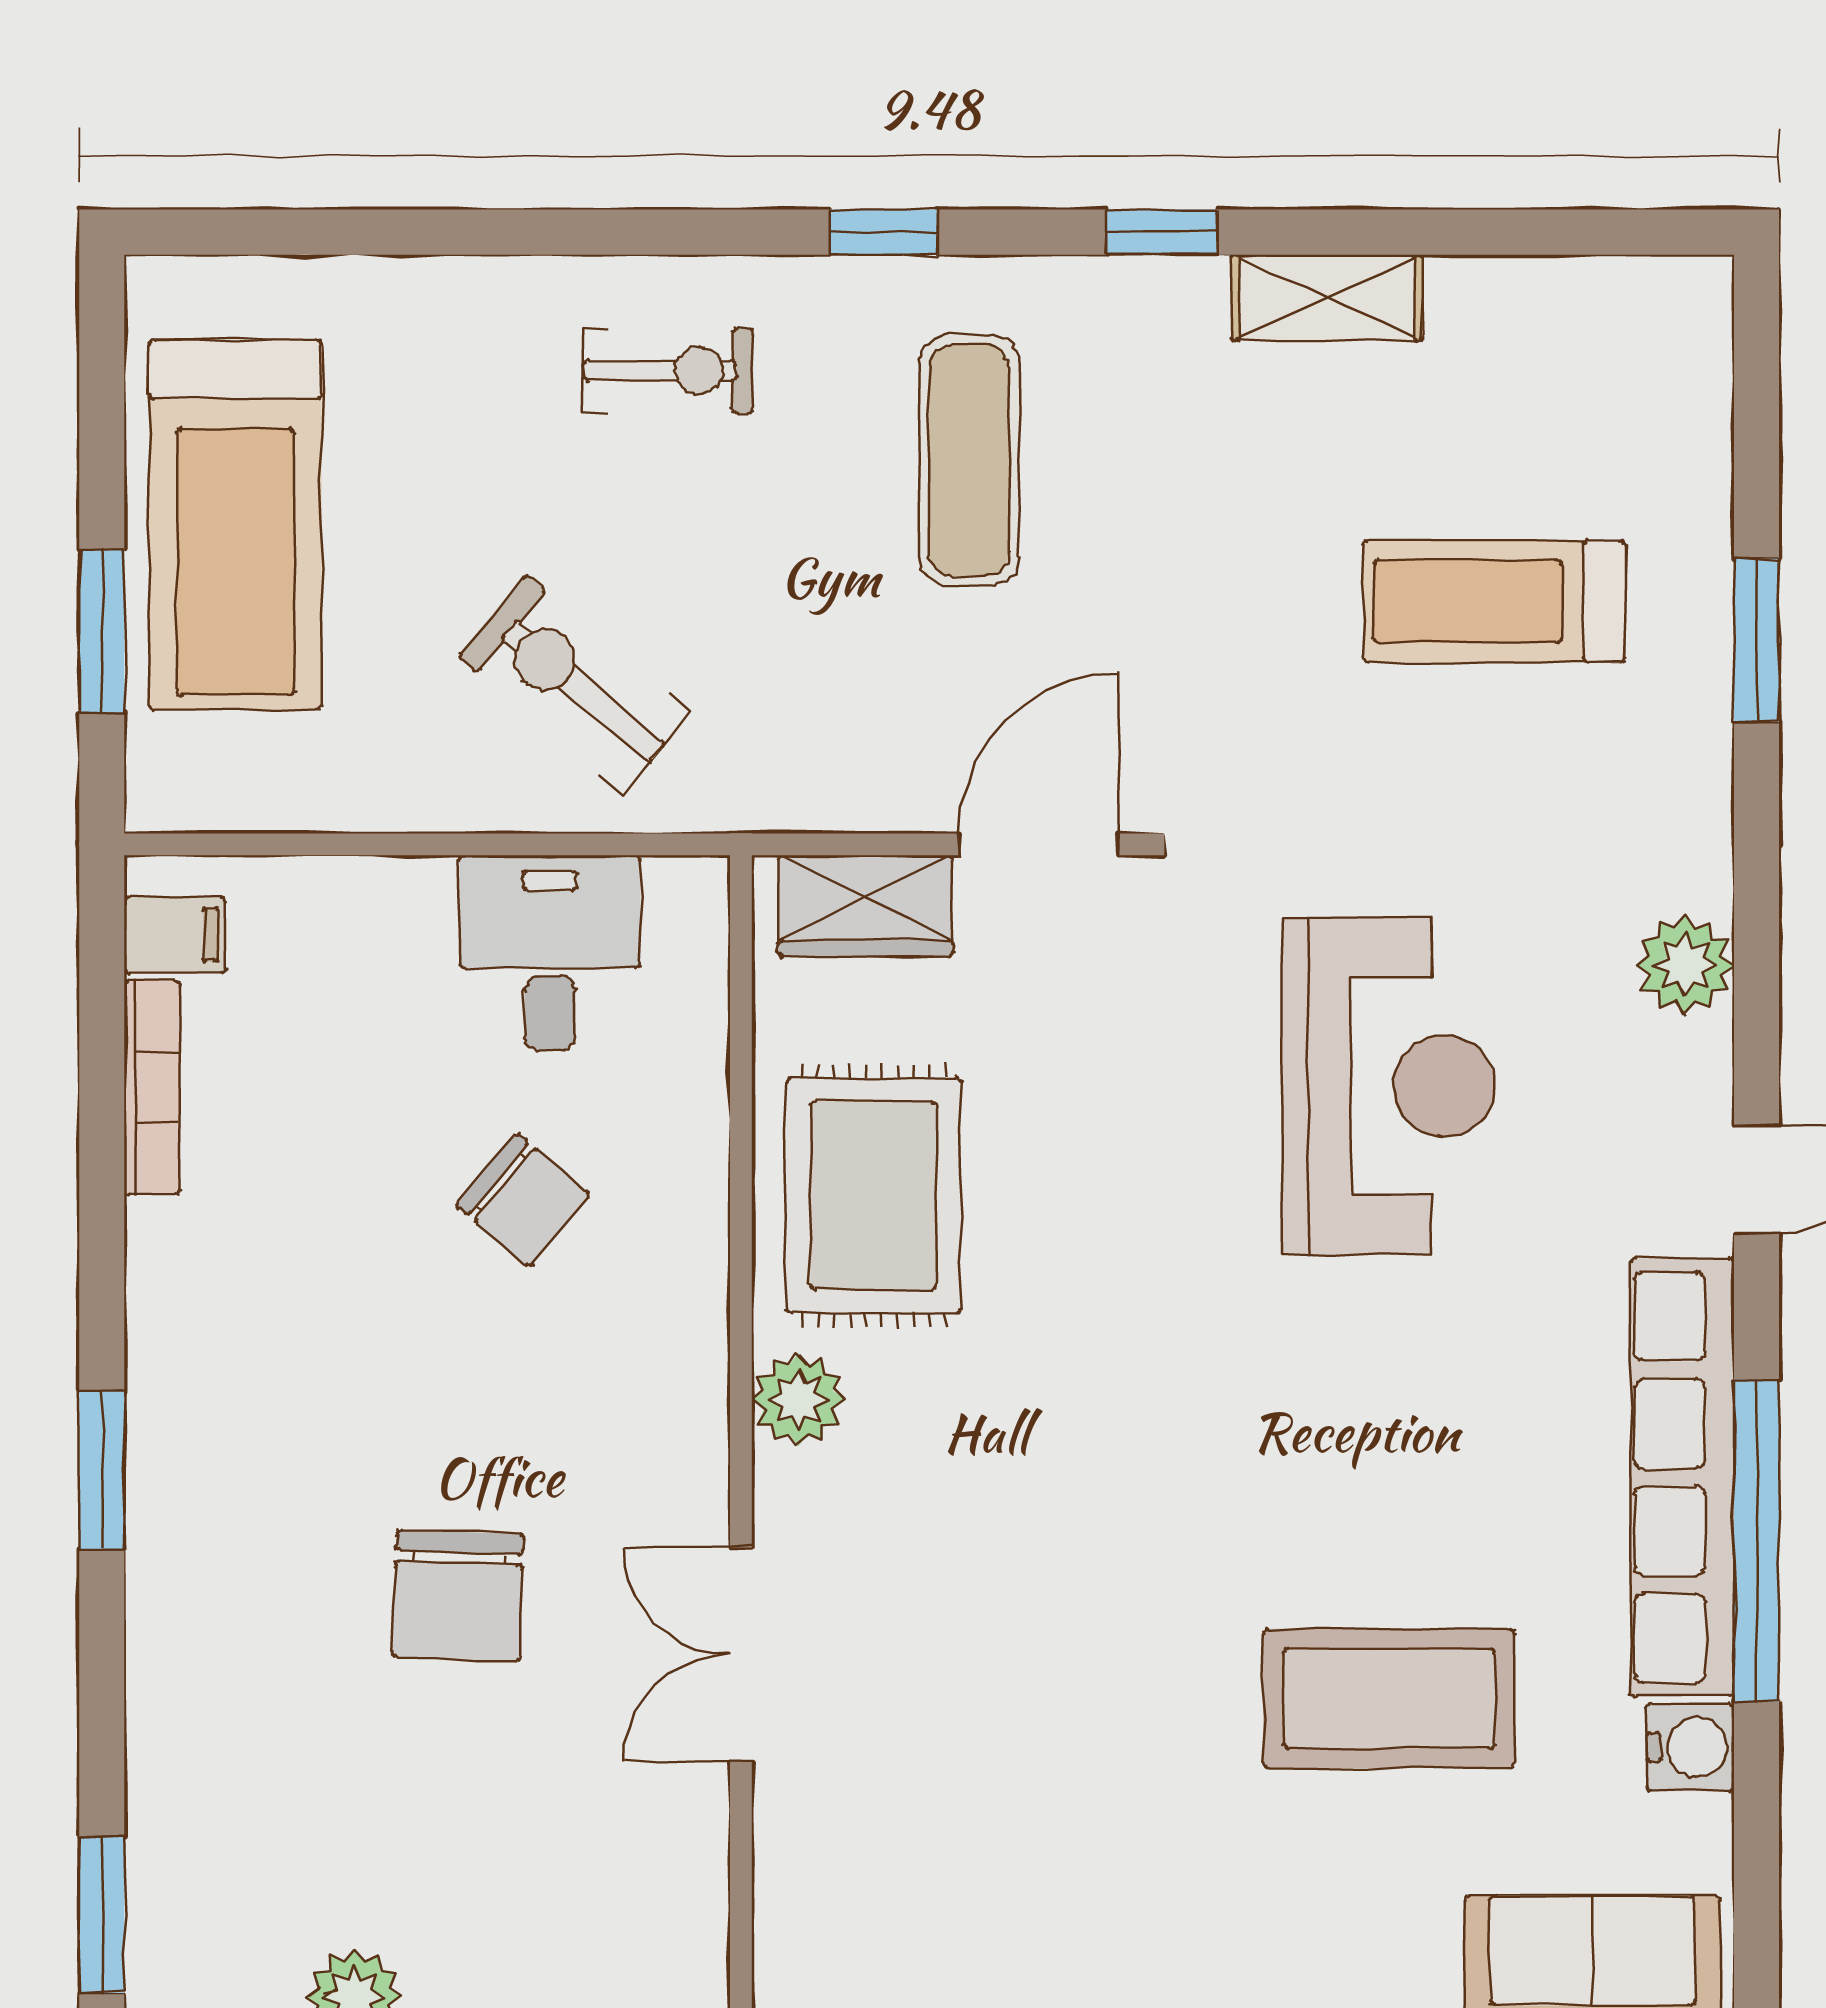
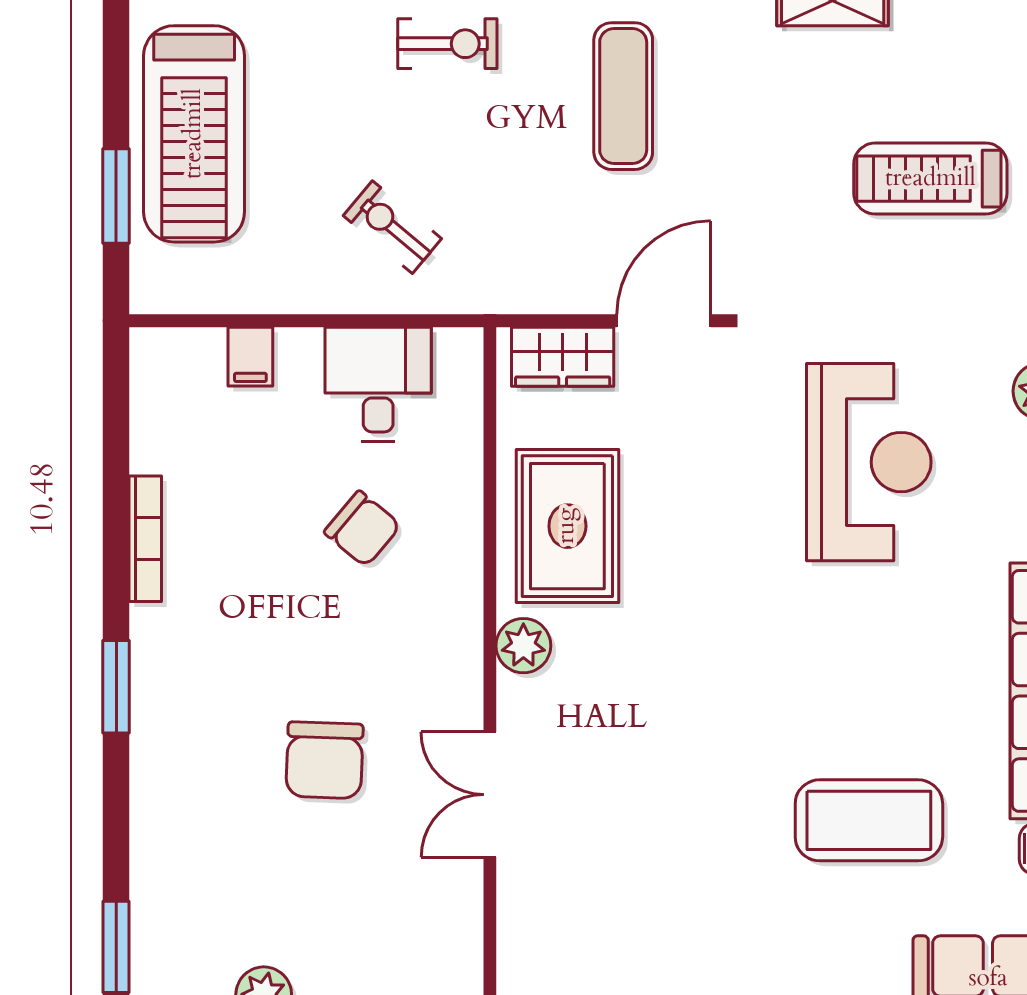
exercise bike: (574, 684) -> (392, 227), width x0.73, depth x0.72
filing cabinet: (175, 935) -> (250, 357), moved, turned 90
bookcase: (152, 1087) -> (145, 539), moved

